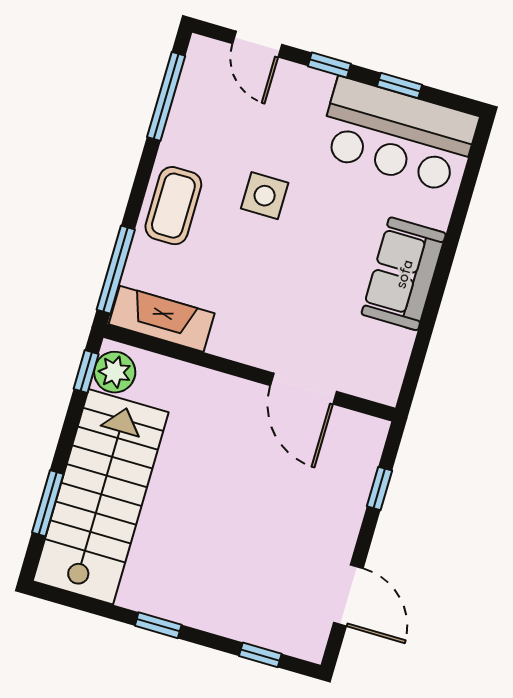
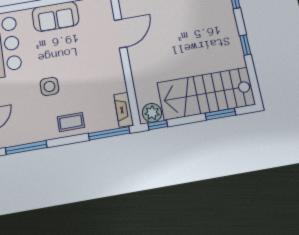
coffee table: (173, 206) -> (71, 122), width x0.73, depth x0.77
fireplace: (162, 319) -> (124, 110), width x0.73, depth x0.76

